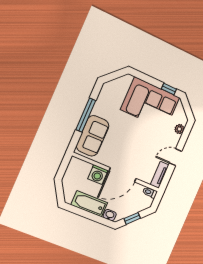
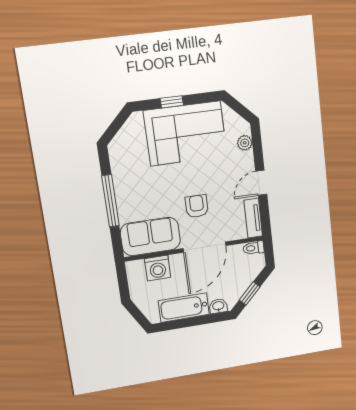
window: (169, 89) -> (172, 102), moved
sofa: (93, 136) -> (150, 237), moved, turned -90
armchair: (132, 148) -> (197, 206), added
washing machine: (98, 175) -> (158, 268), moved

